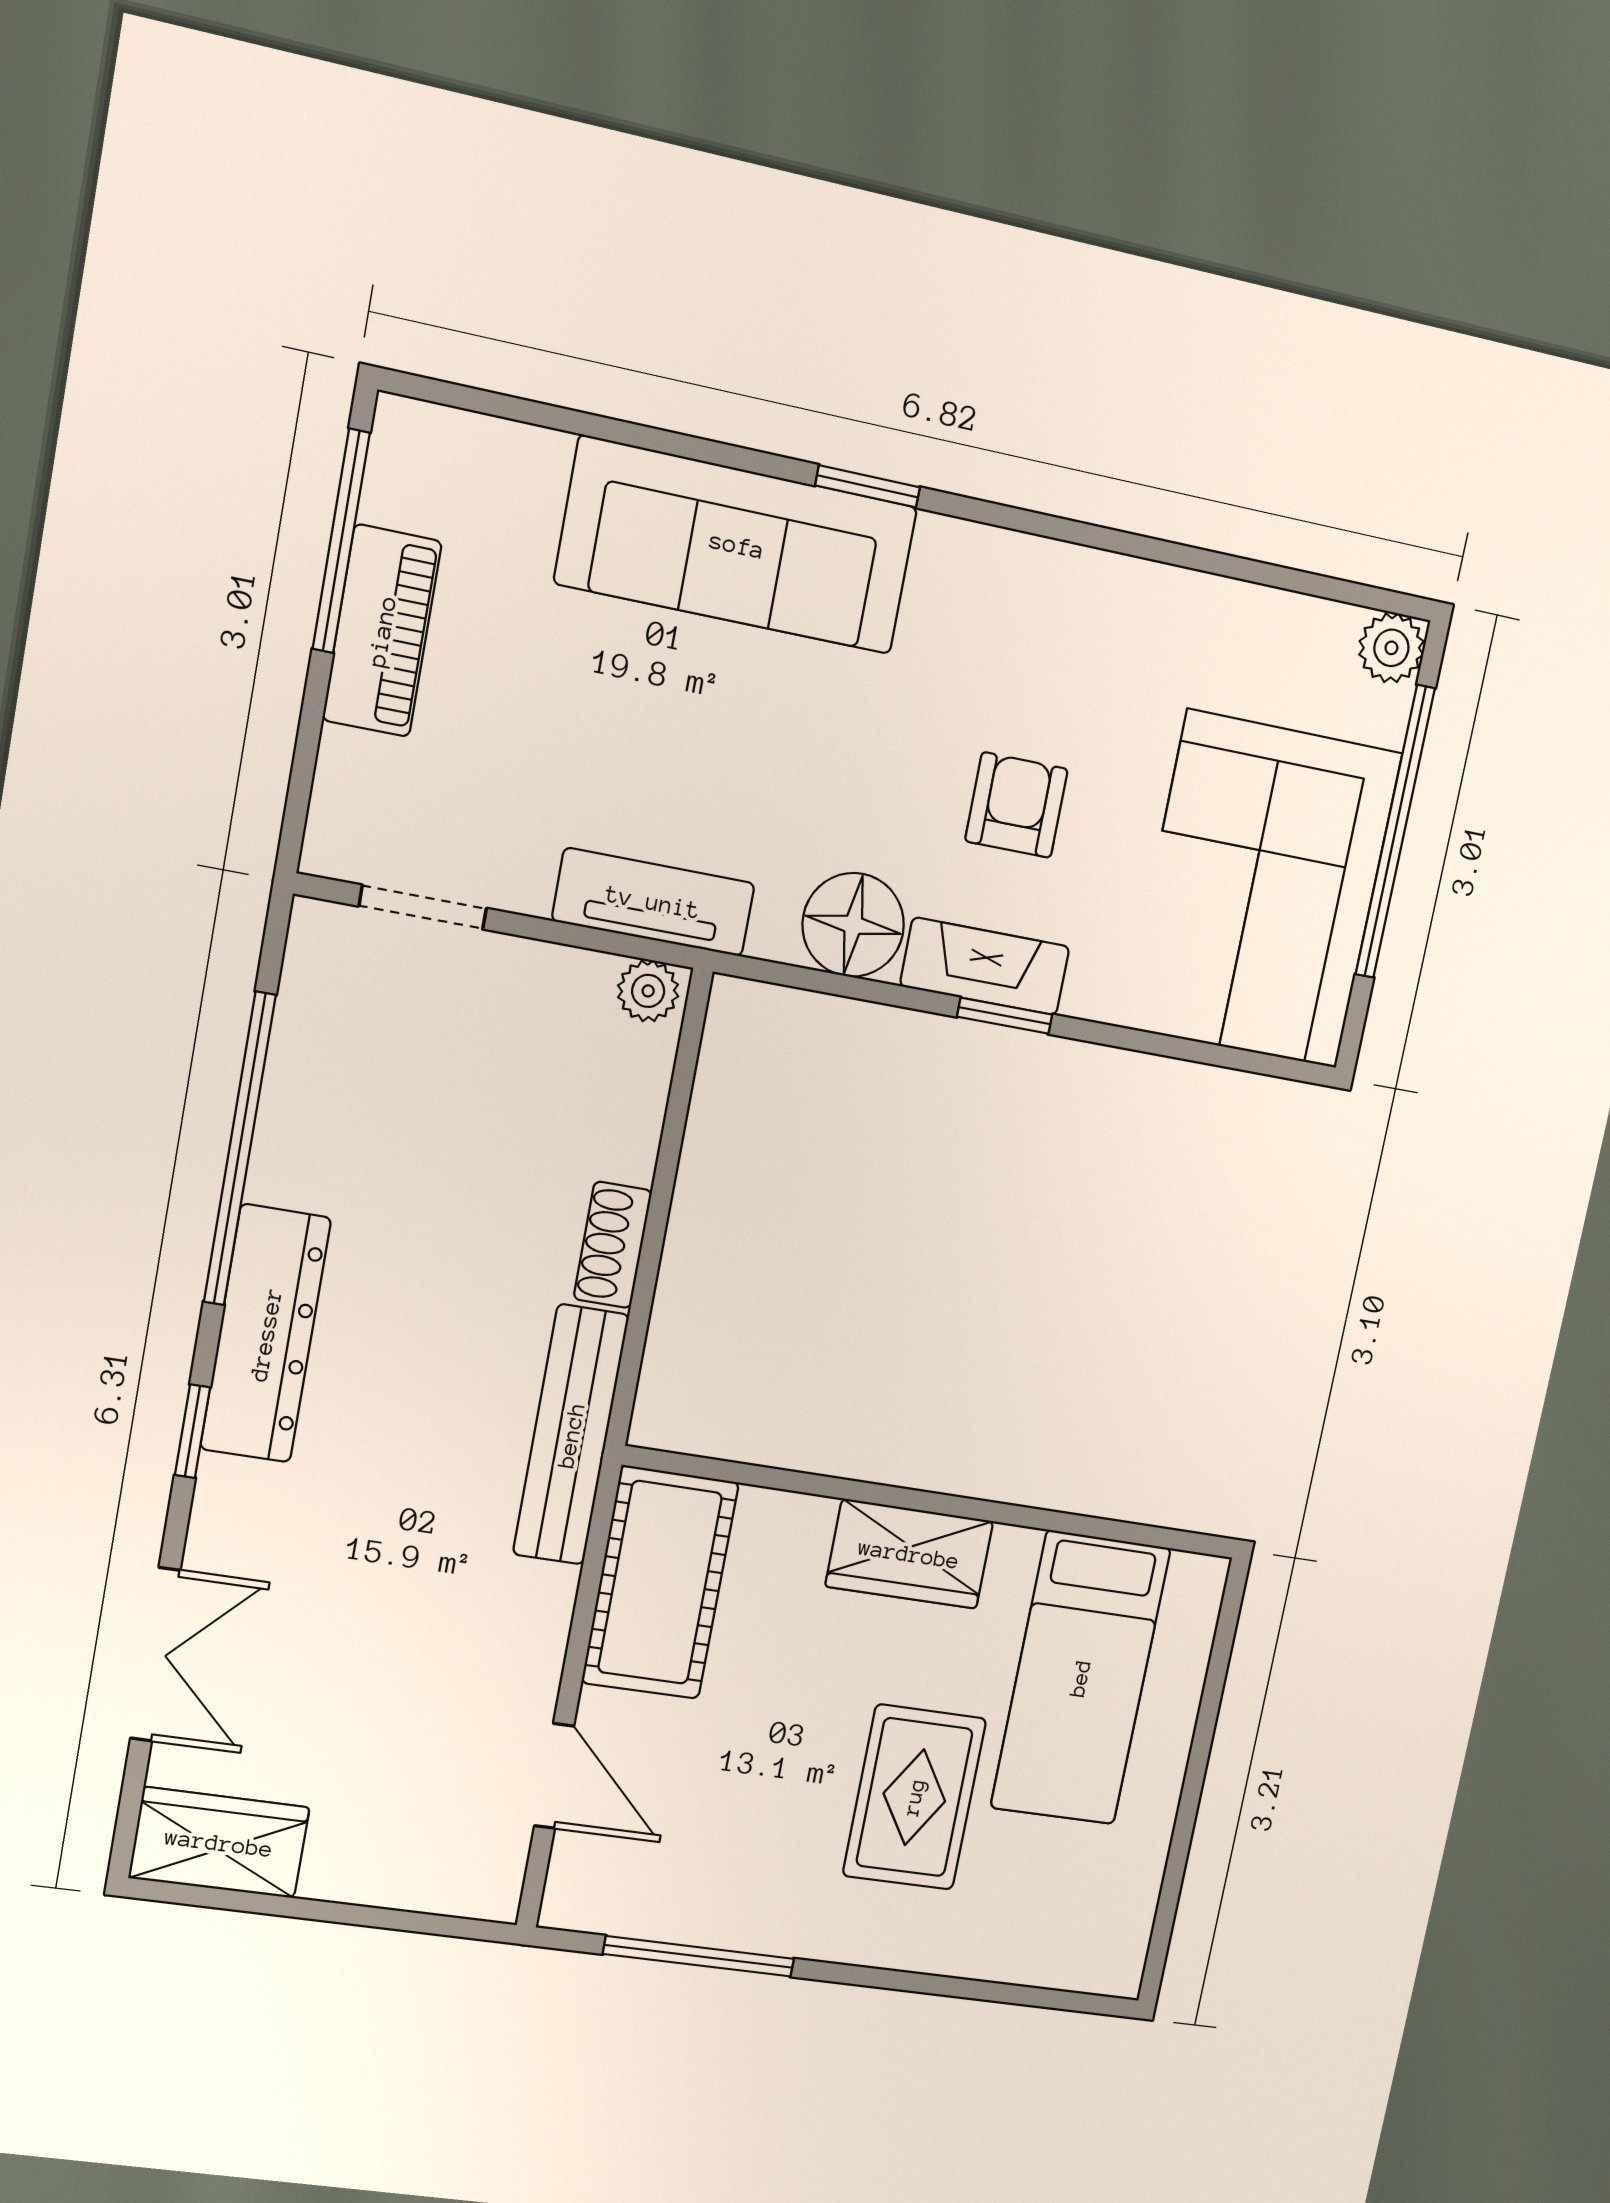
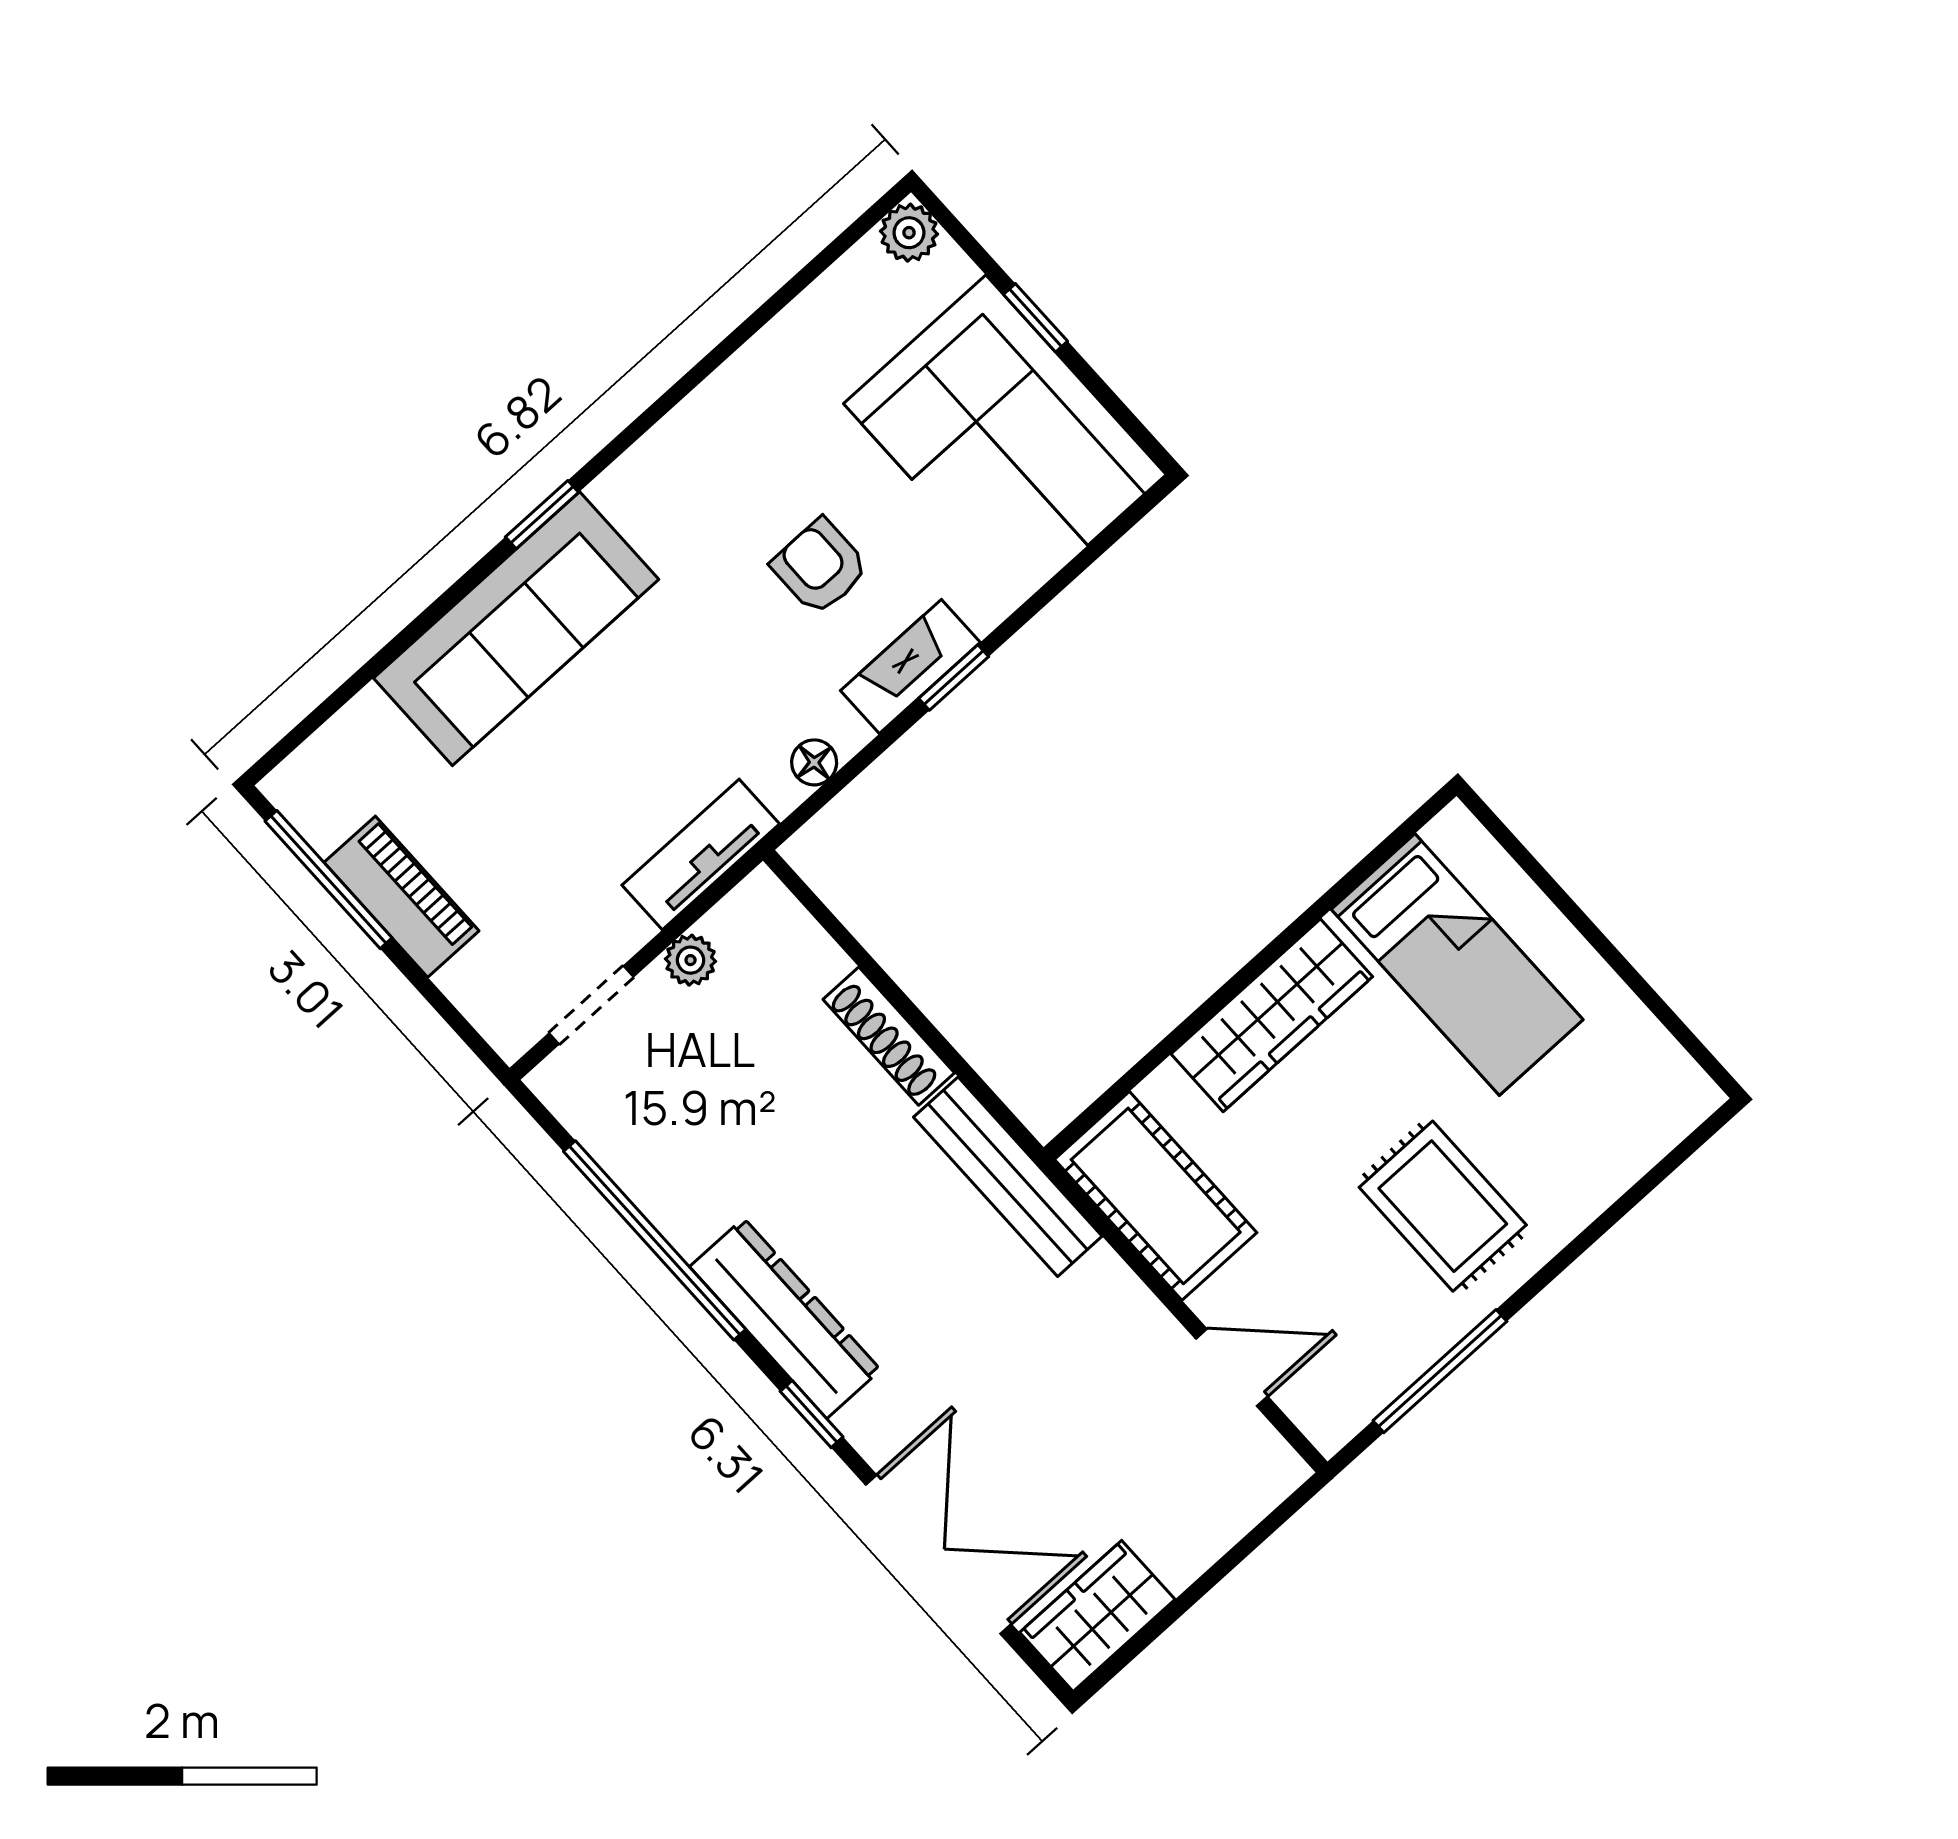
window: (1395, 832) -> (1035, 318), width x0.32
floor lamp: (853, 925) -> (814, 762), width x0.53, depth x0.53
plant: (648, 991) -> (691, 960), moved
shoe rack: (613, 1245) -> (889, 1036), width x1.43
wardrobe: (909, 1554) -> (1272, 1015), width x1.50
double door: (155, 1654) -> (938, 1554), width x1.37
rug: (914, 1797) -> (1443, 1206), moved

